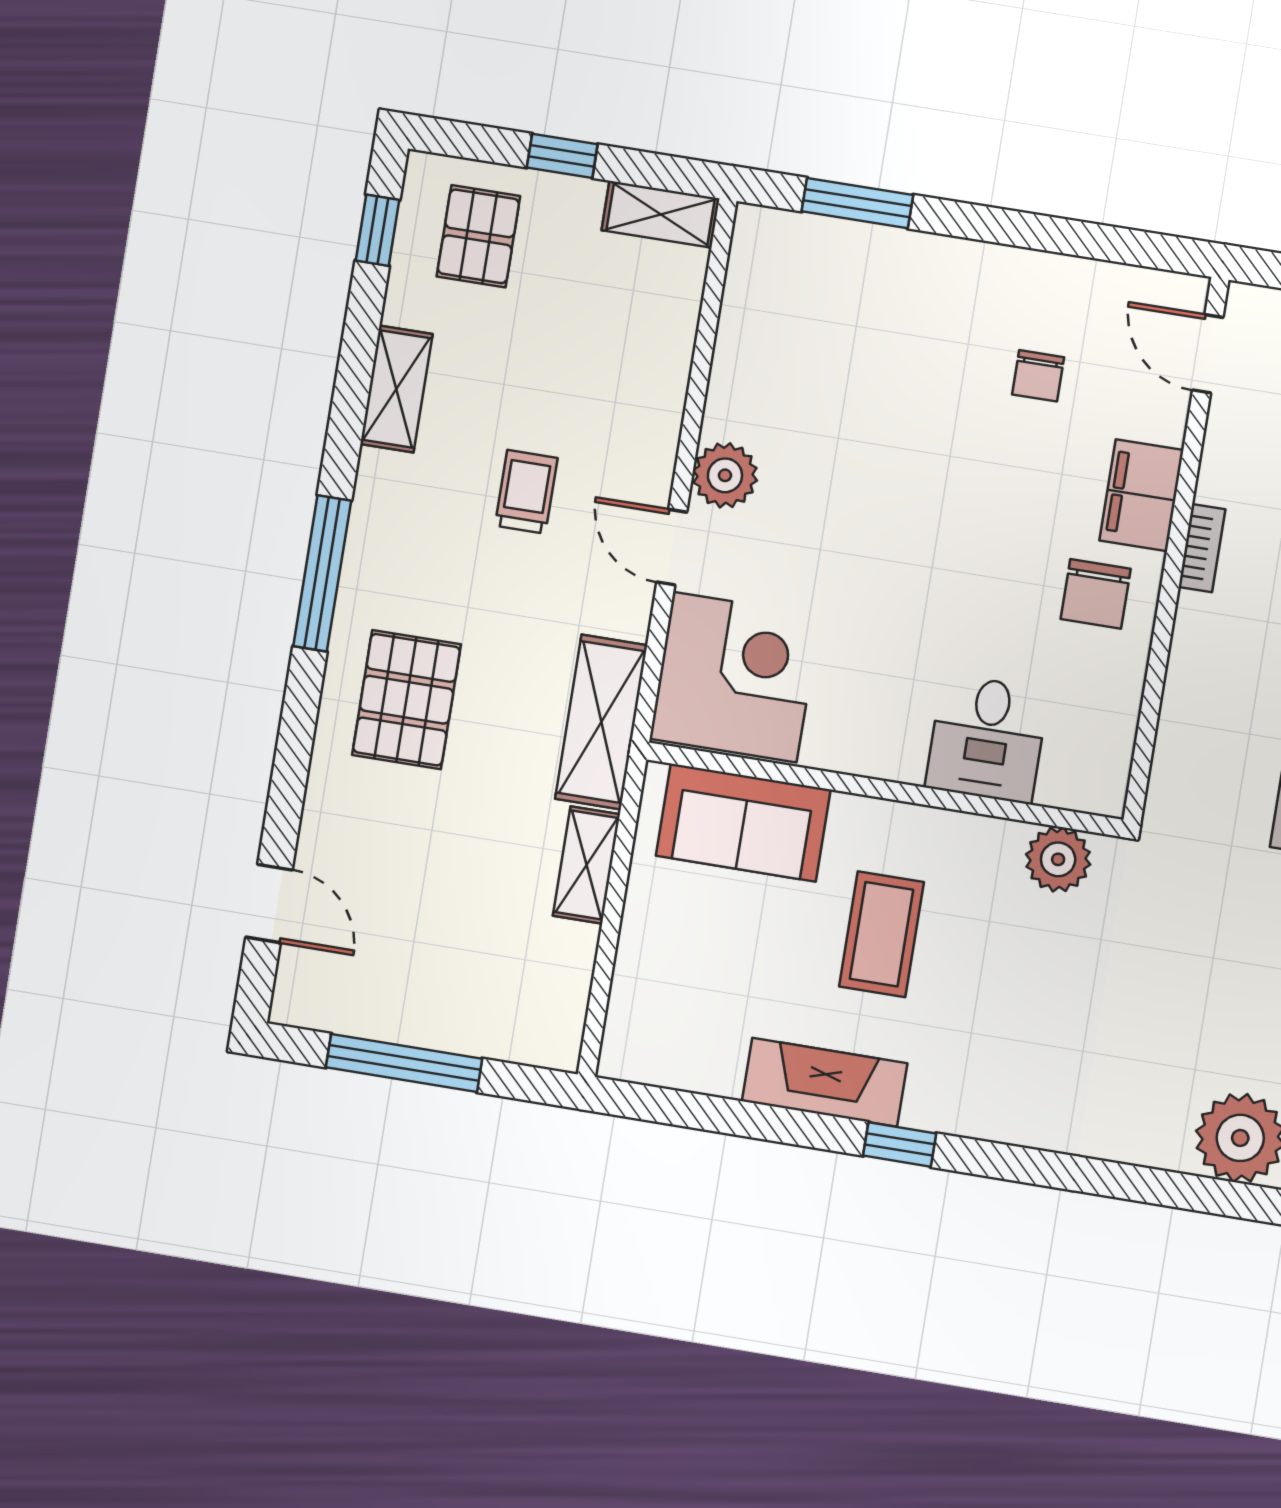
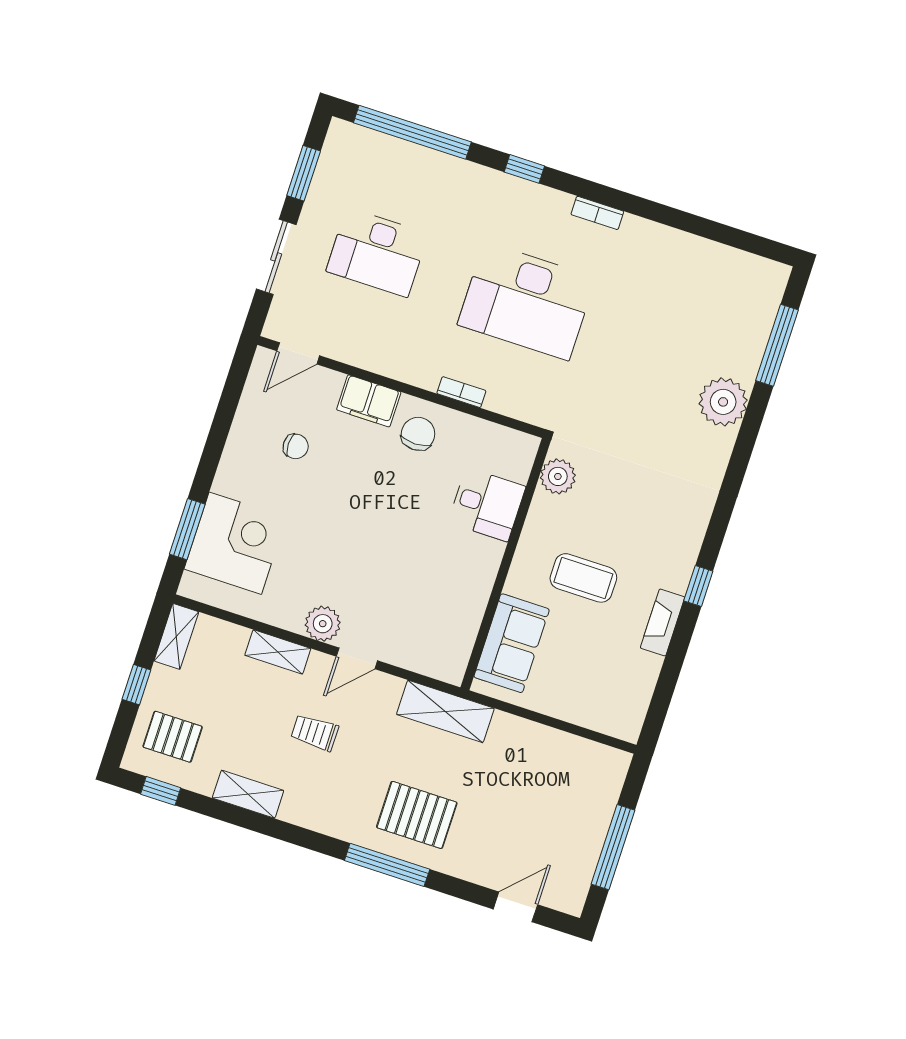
bookcase: (1202, 548) -> (461, 392), moved
window: (322, 573) -> (387, 865), moved
chair: (1096, 594) -> (418, 434), turned -90
corner desk: (735, 677) -> (235, 543), moved, turned 90
shelving: (587, 865) -> (278, 652), moved
fireplace: (825, 1082) -> (663, 622), width x0.73, depth x0.76

